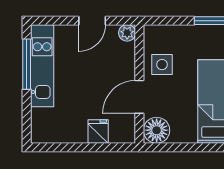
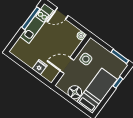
door: (92, 21) -> (61, 13), moved
floor lamp: (157, 130) -> (75, 92), moved

